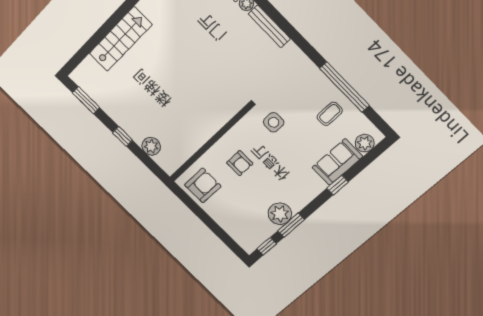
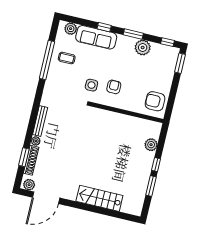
window: (86, 100) -> (151, 186), moved
sofa: (337, 162) -> (96, 37), width x1.36
armchair: (240, 163) -> (114, 87), moved
window: (291, 225) -> (133, 34), moved
window: (231, 244) -> (180, 63), added

